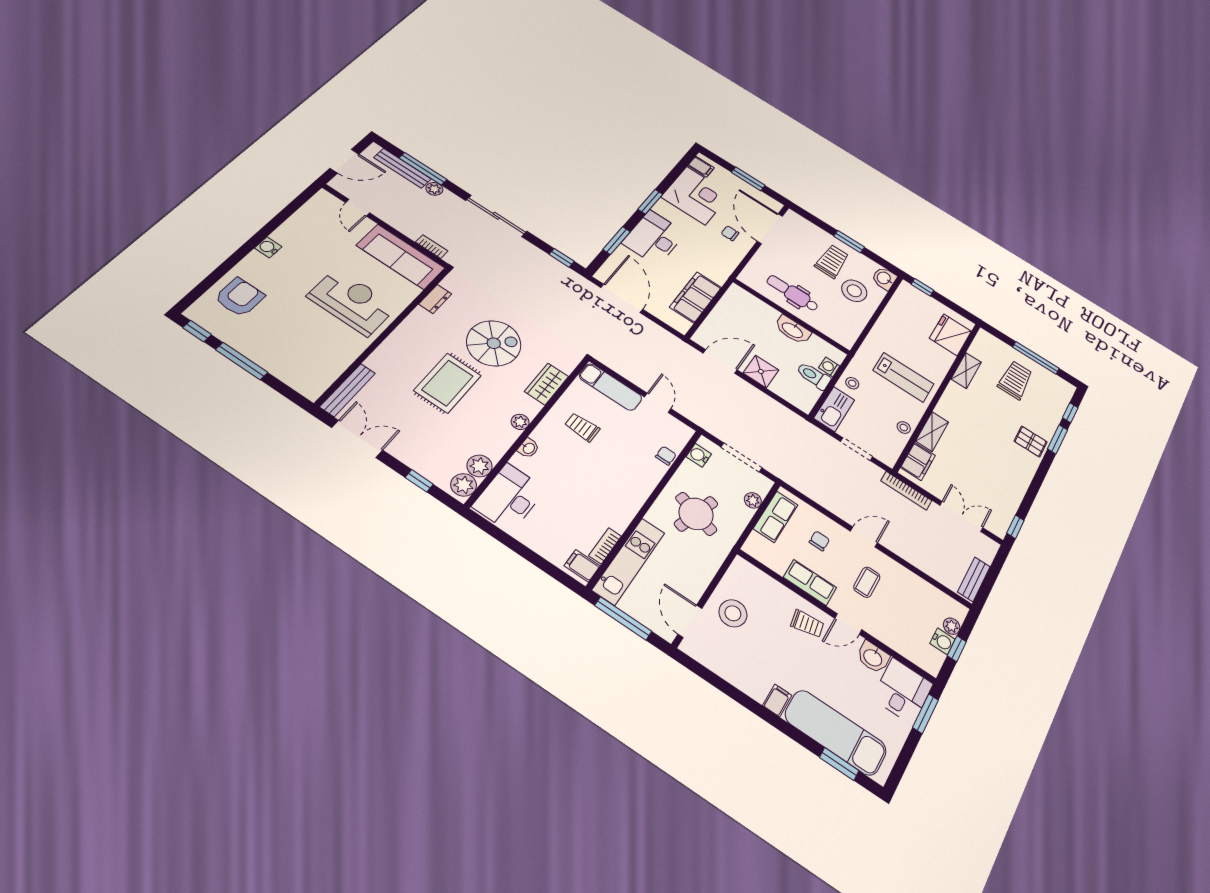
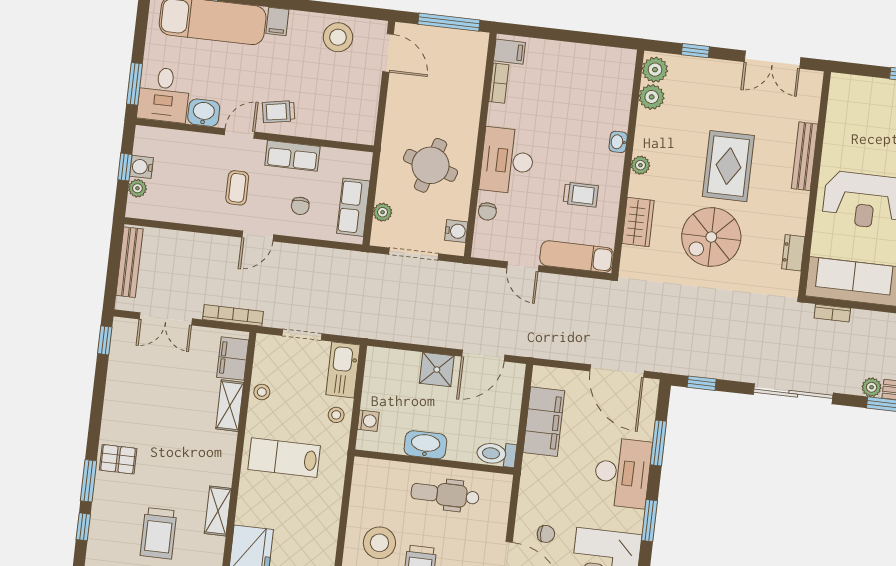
dental chair: (792, 293) -> (445, 495), turned 180
toilet: (814, 376) -> (496, 454), moved, turned 180
bench: (348, 390) -> (805, 156), moved
desk: (509, 498) -> (507, 161), moved, turned 180
kitchen unit: (629, 561) -> (470, 80), removed
bench: (974, 579) -> (129, 262), width x1.36
stool: (733, 613) -> (338, 37), moved

